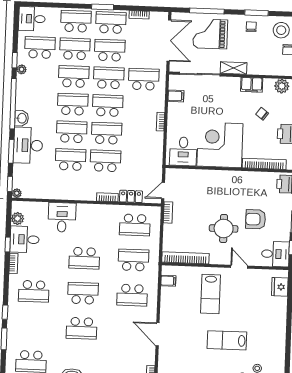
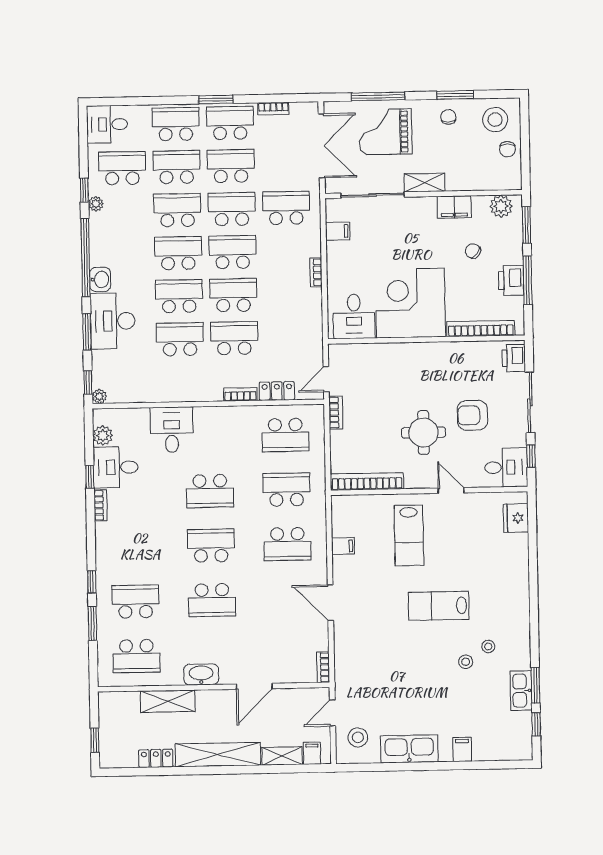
filing cabinet: (168, 281) -> (343, 546), moved
school desk: (34, 291) -> (135, 602), moved, turned 180

